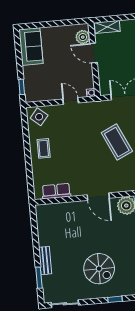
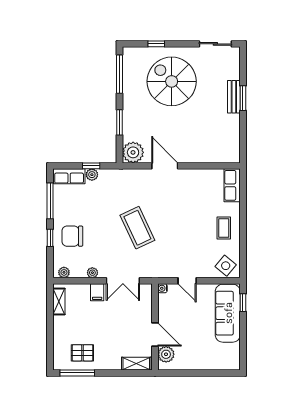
sofa: (31, 47) -> (228, 313), moved, width x1.36
row of seats: (56, 191) -> (232, 185), moved, turned 90
spiral stairs: (99, 269) -> (172, 81), width x1.37, depth x1.37
window: (39, 278) -> (243, 98), moved

